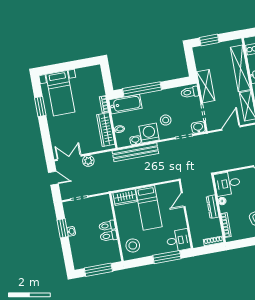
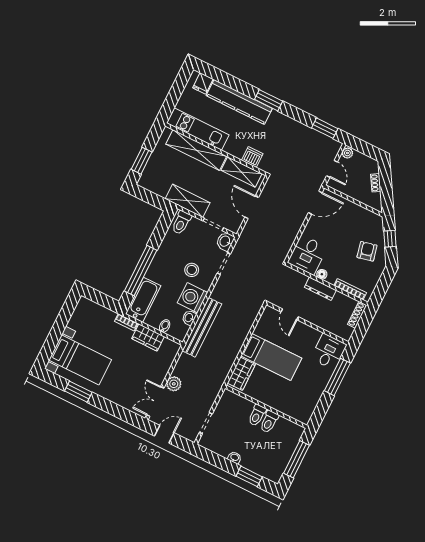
wardrobe: (106, 130) -> (148, 338), width x0.67
window: (63, 228) -> (249, 476), moved
stool: (133, 245) -> (298, 404), removed

